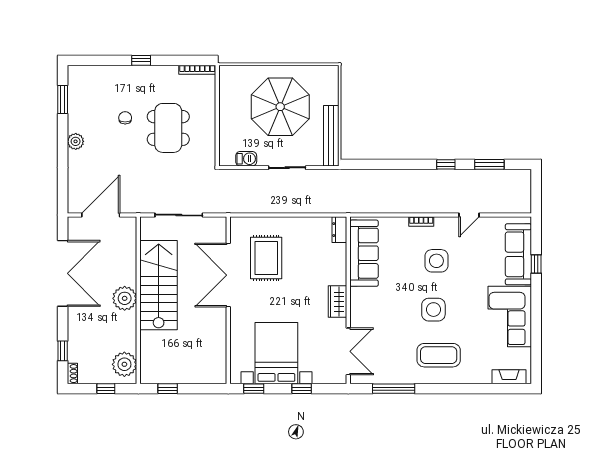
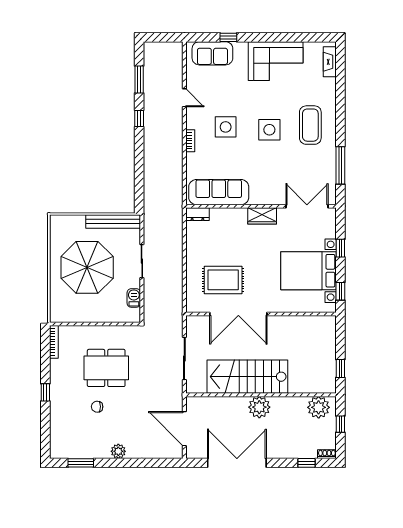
sofa: (518, 254) -> (212, 53), width x0.73

